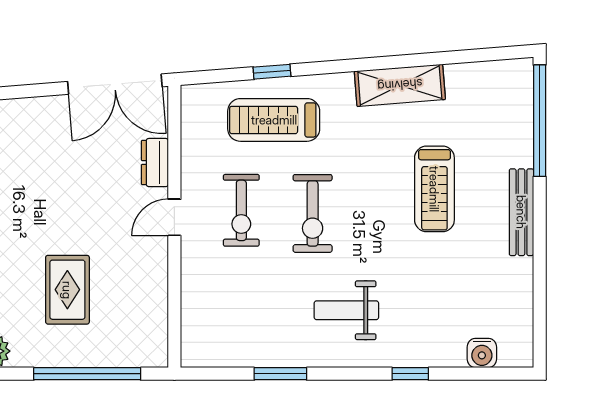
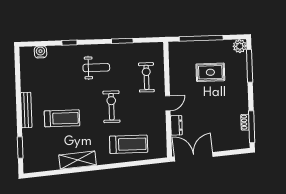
window: (272, 72) -> (130, 164), removed
window: (540, 121) -> (20, 148), width x0.47
treadmill: (434, 189) -> (62, 118), turned 90
exercise bike: (241, 210) -> (146, 77), moved
rug: (67, 290) -> (210, 72), turned 90

